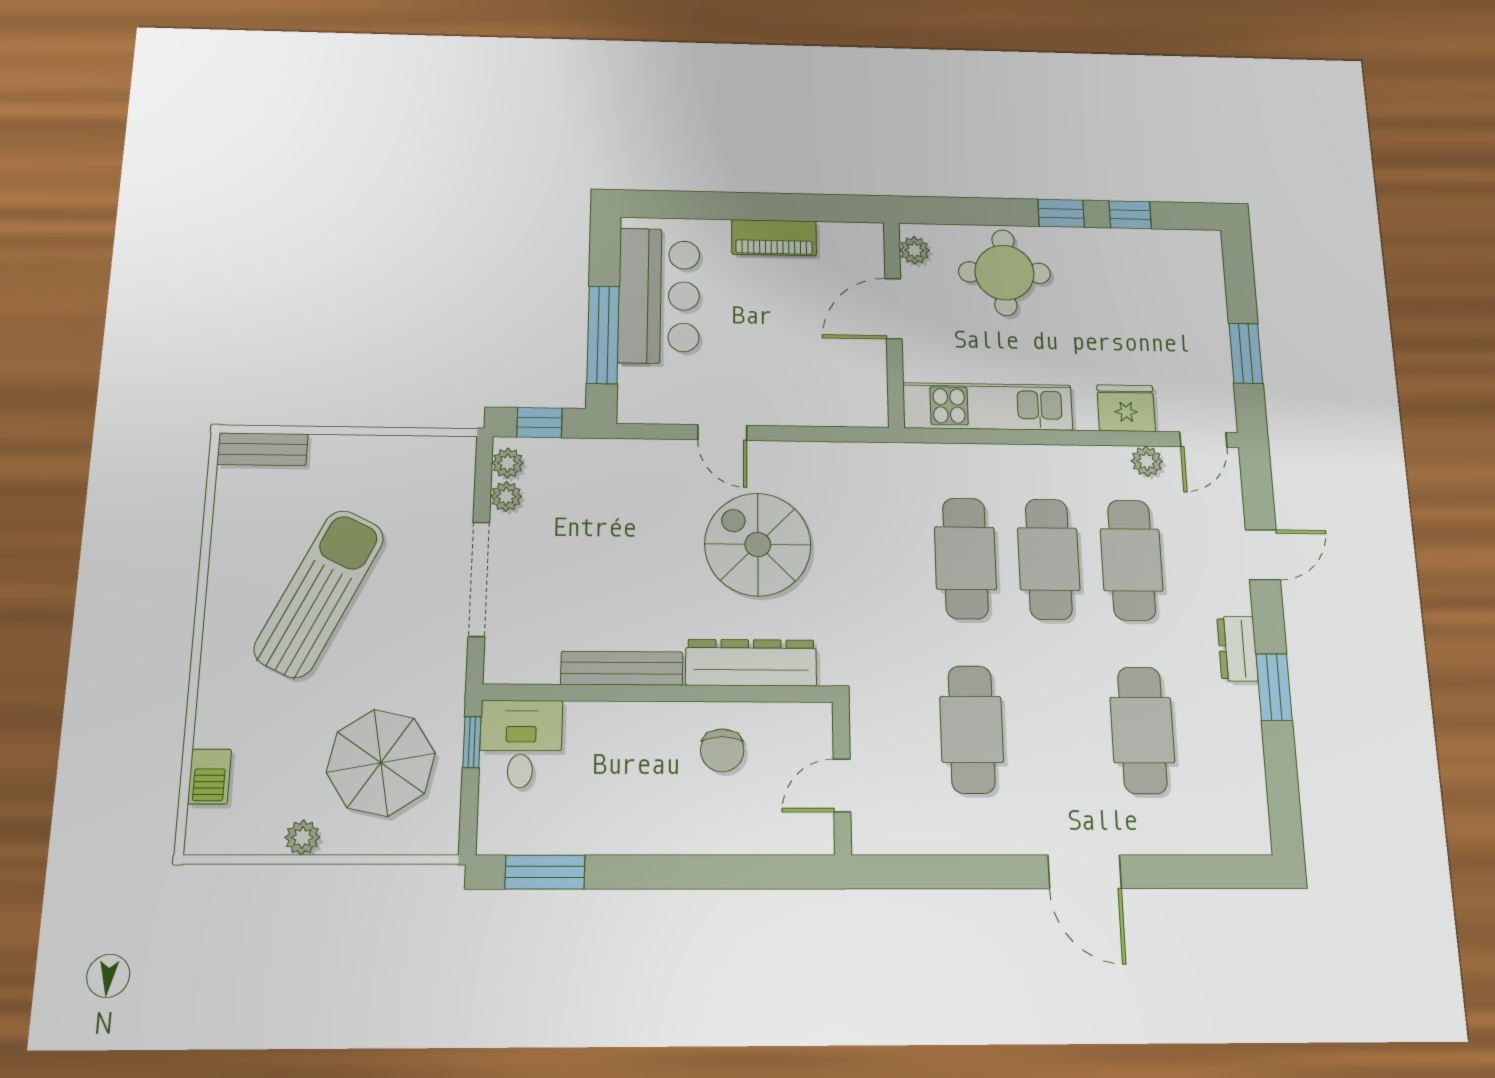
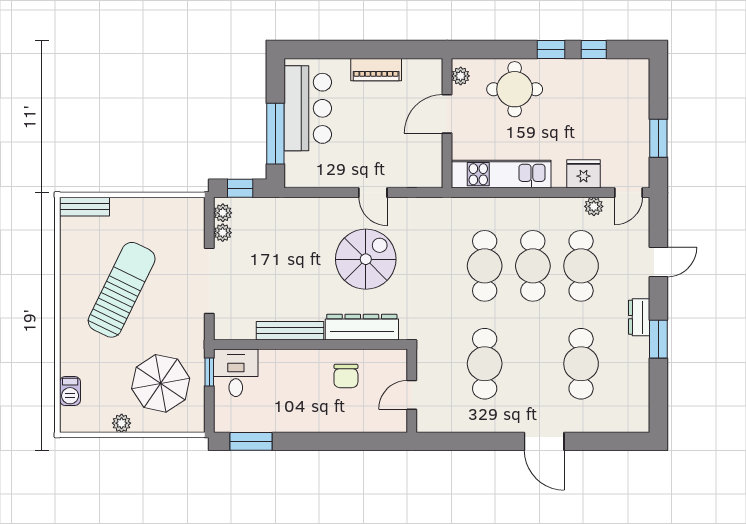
door: (722, 433) -> (373, 193), moved
spiral stairs: (758, 544) -> (366, 259), turned 90

